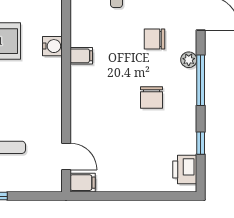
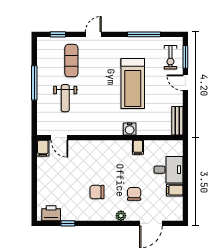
filing cabinet: (81, 56) -> (138, 147), moved
window: (201, 80) -> (108, 223), removed
door: (66, 156) -> (59, 138), hinge flipped

